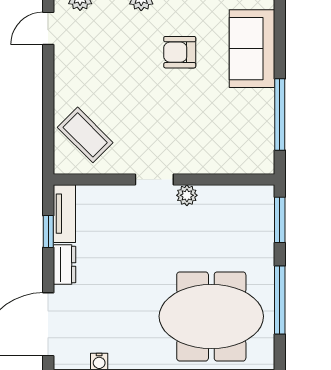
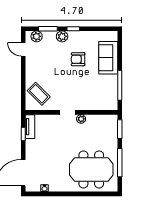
door: (48, 28) -> (23, 49), hinge flipped
dresser: (64, 265) -> (30, 148), removed

